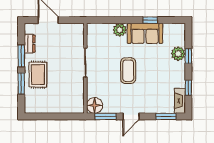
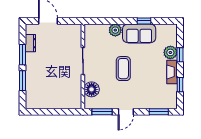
rug: (38, 75) -> (38, 72), removed
fireplace: (180, 101) -> (172, 72), moved
floor lamp: (95, 105) -> (92, 89), moved

